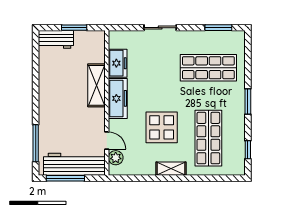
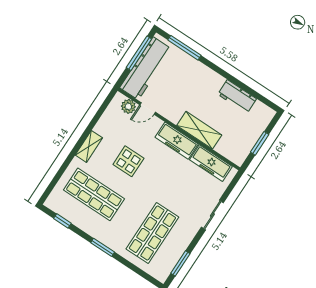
workbench: (56, 39) -> (237, 97), moved, turned -90
freezer: (118, 63) -> (211, 163), width x1.40
display table: (162, 127) -> (128, 161), width x0.73, depth x0.73

